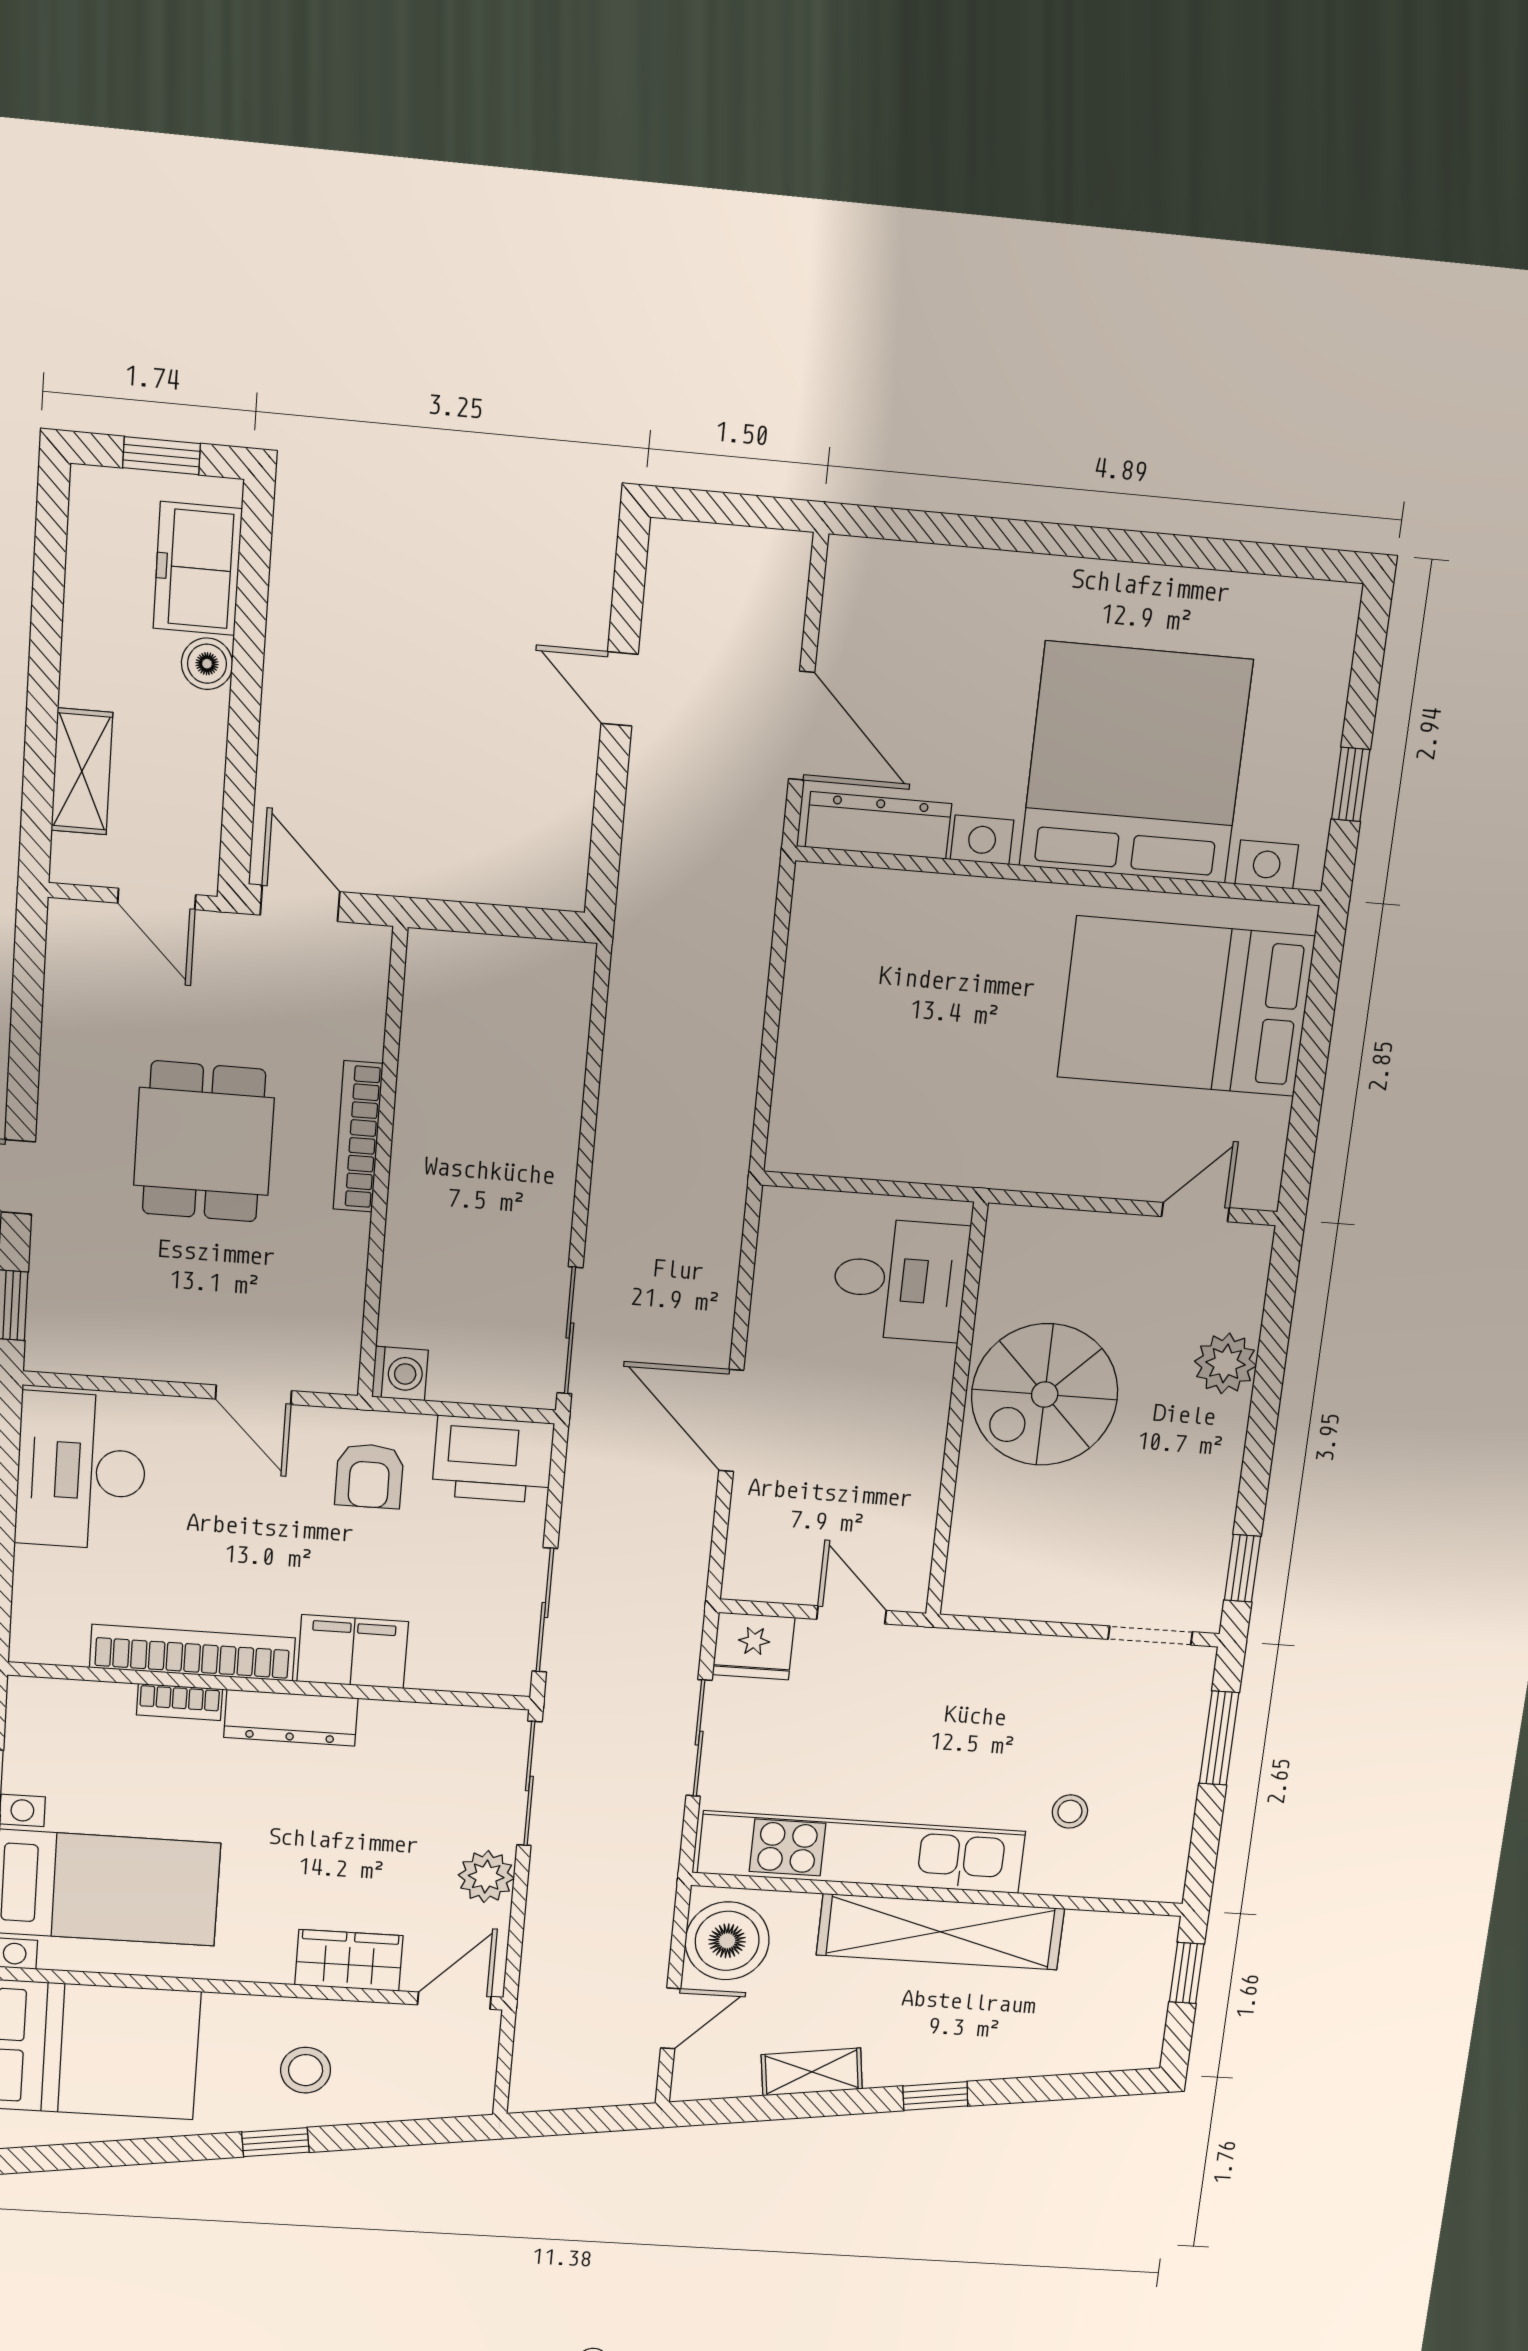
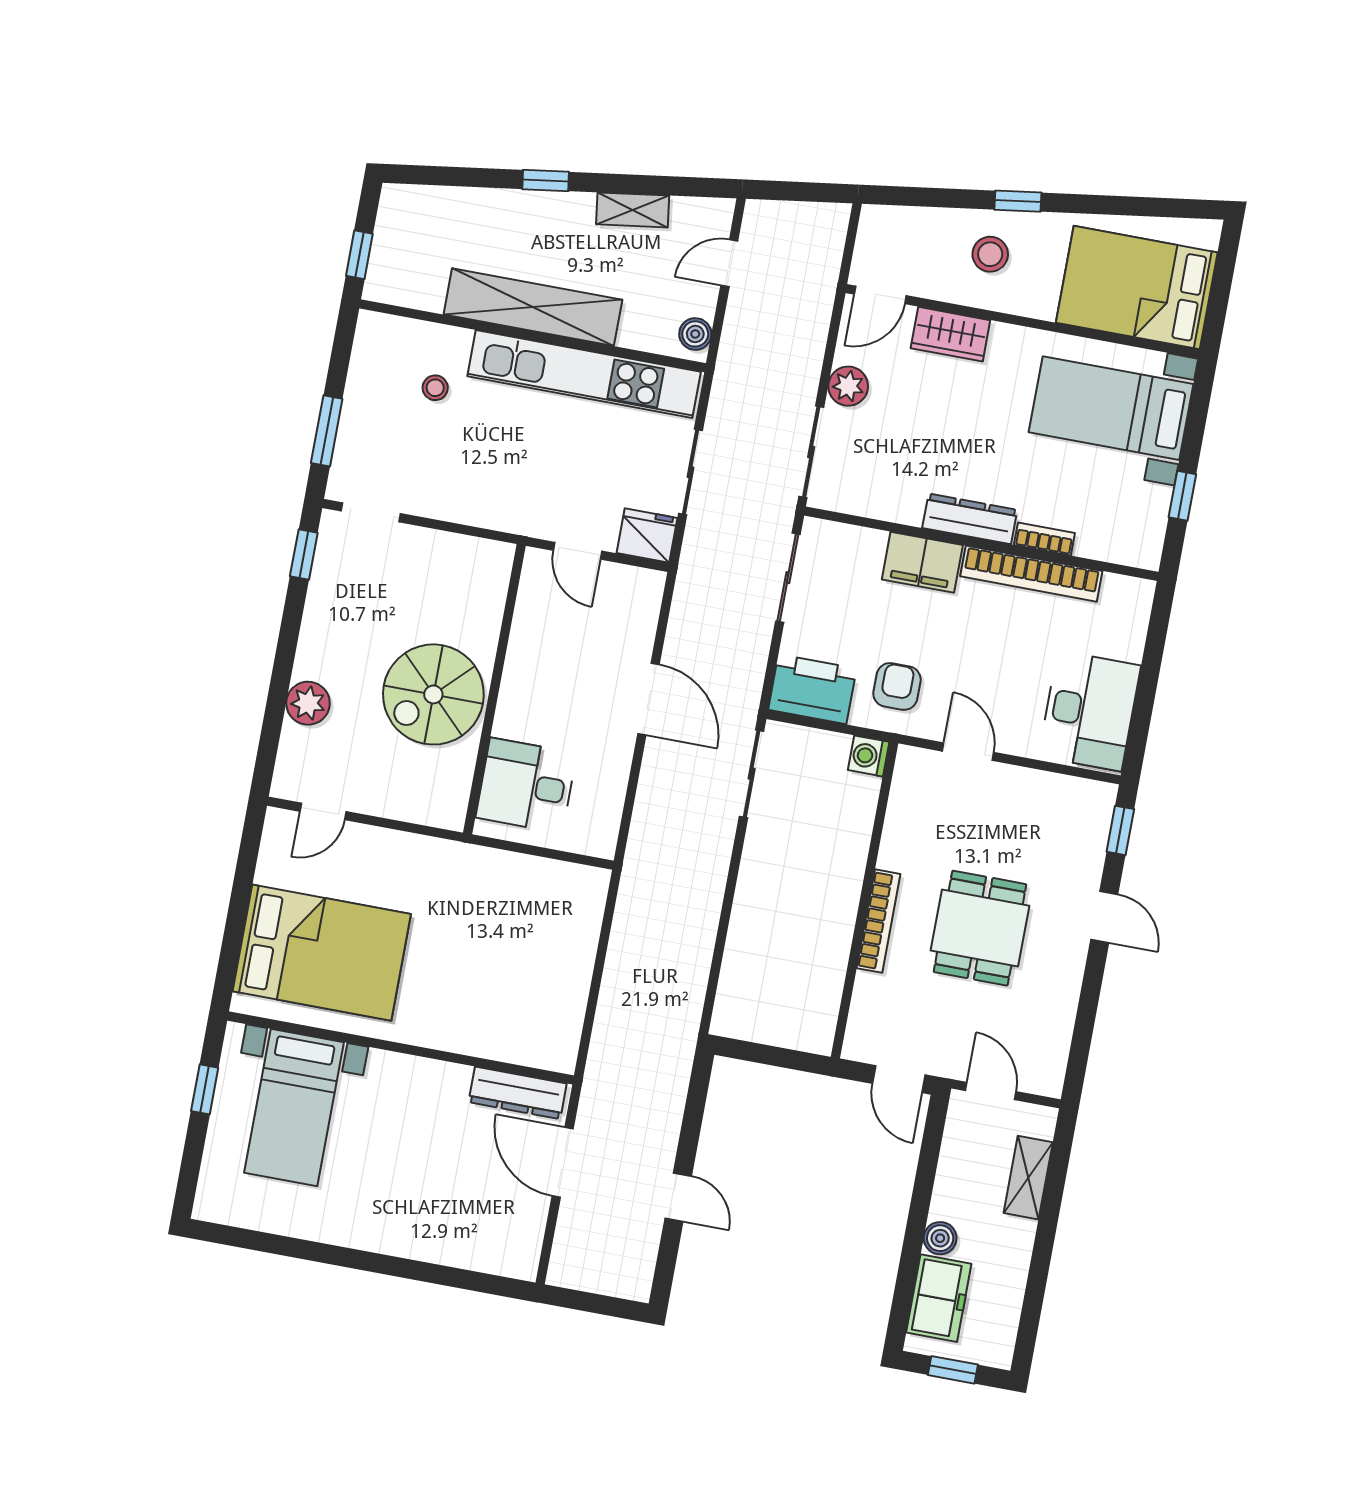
bed with nightstands: (1136, 763) -> (294, 1107), width x0.54
spiral stairs: (1045, 1394) -> (433, 694), turned 180
boiler: (727, 1941) -> (695, 334), width x0.54, depth x0.54

